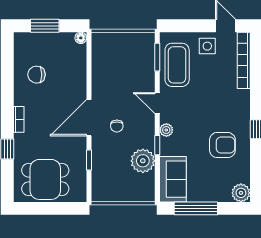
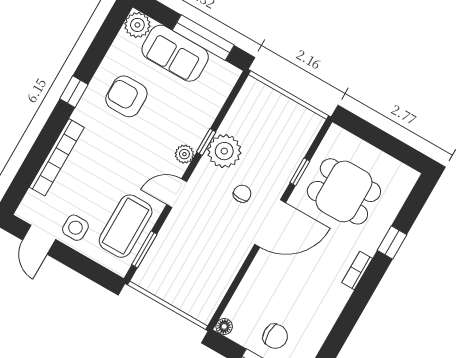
bookcase: (244, 60) -> (57, 157), moved
chair: (37, 75) -> (275, 336), moved
door: (157, 103) -> (177, 193), swing flipped
plant: (143, 161) -> (224, 151), moved
dining table: (45, 179) -> (344, 191), moved
sofa: (173, 179) -> (175, 53), moved, turned -90

